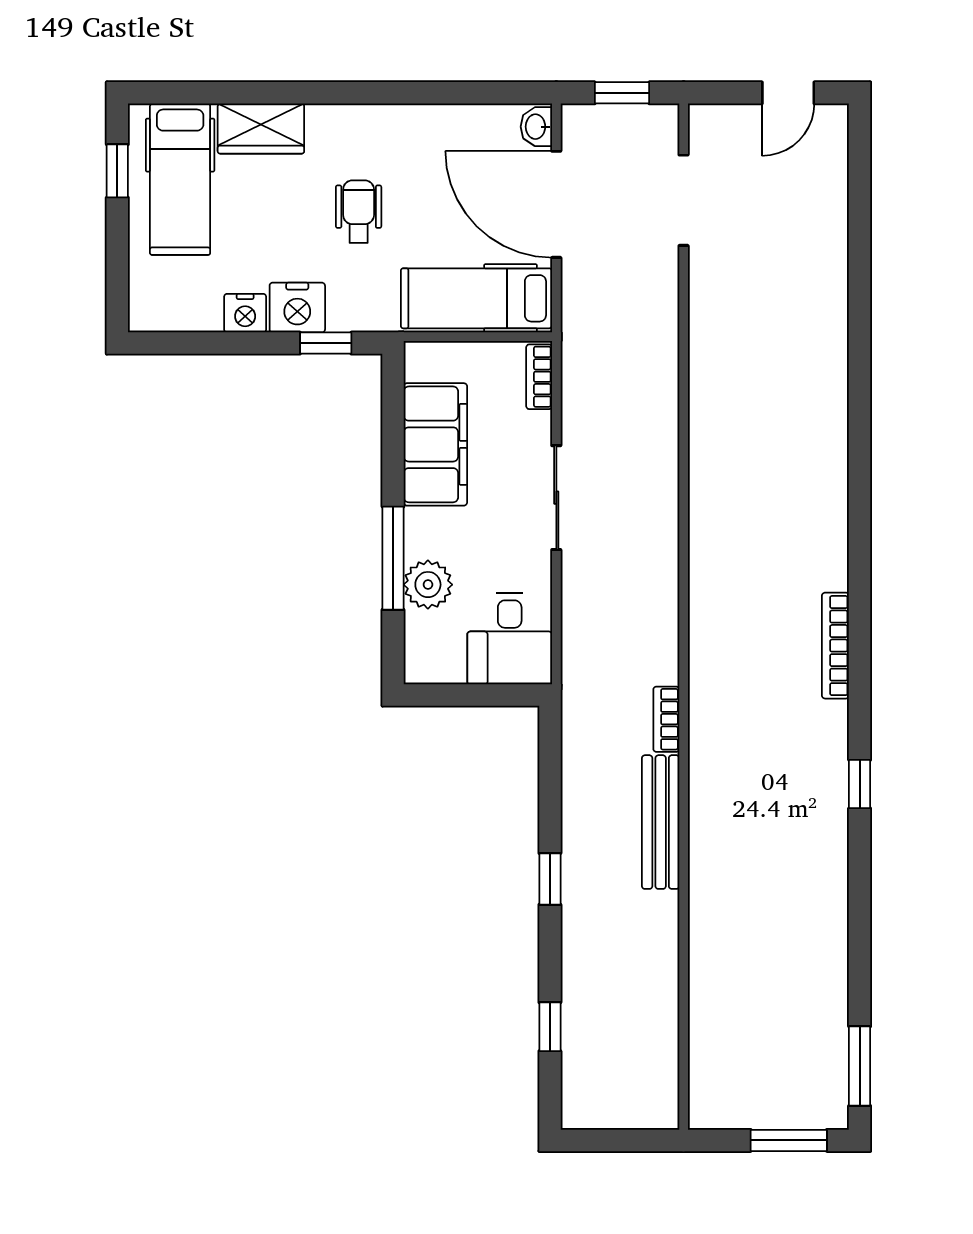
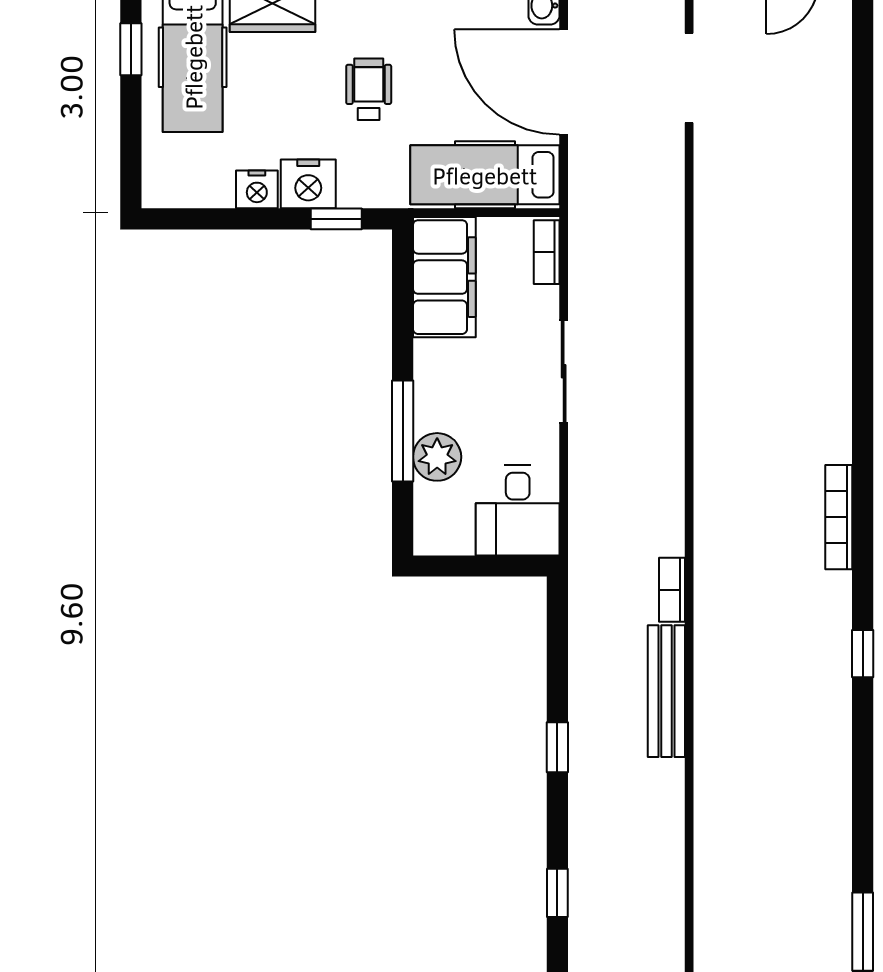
filing cabinet: (435, 444) -> (444, 277), moved

